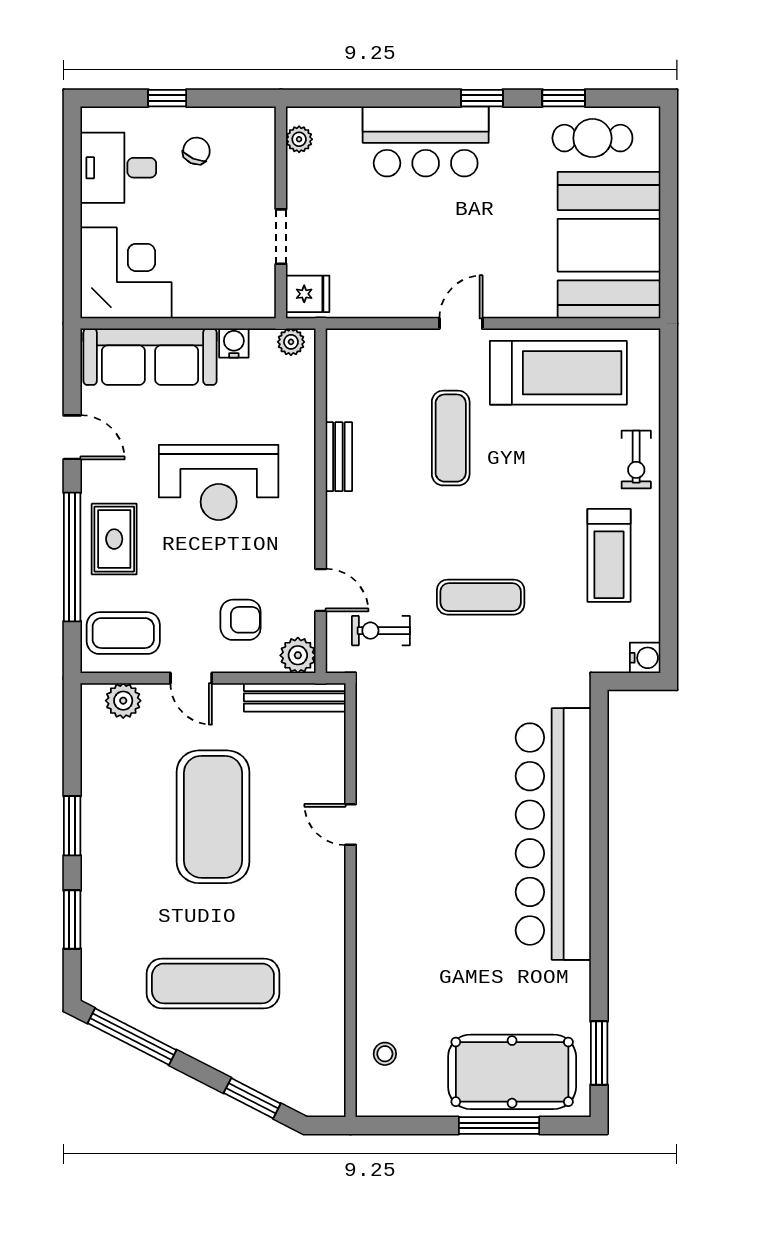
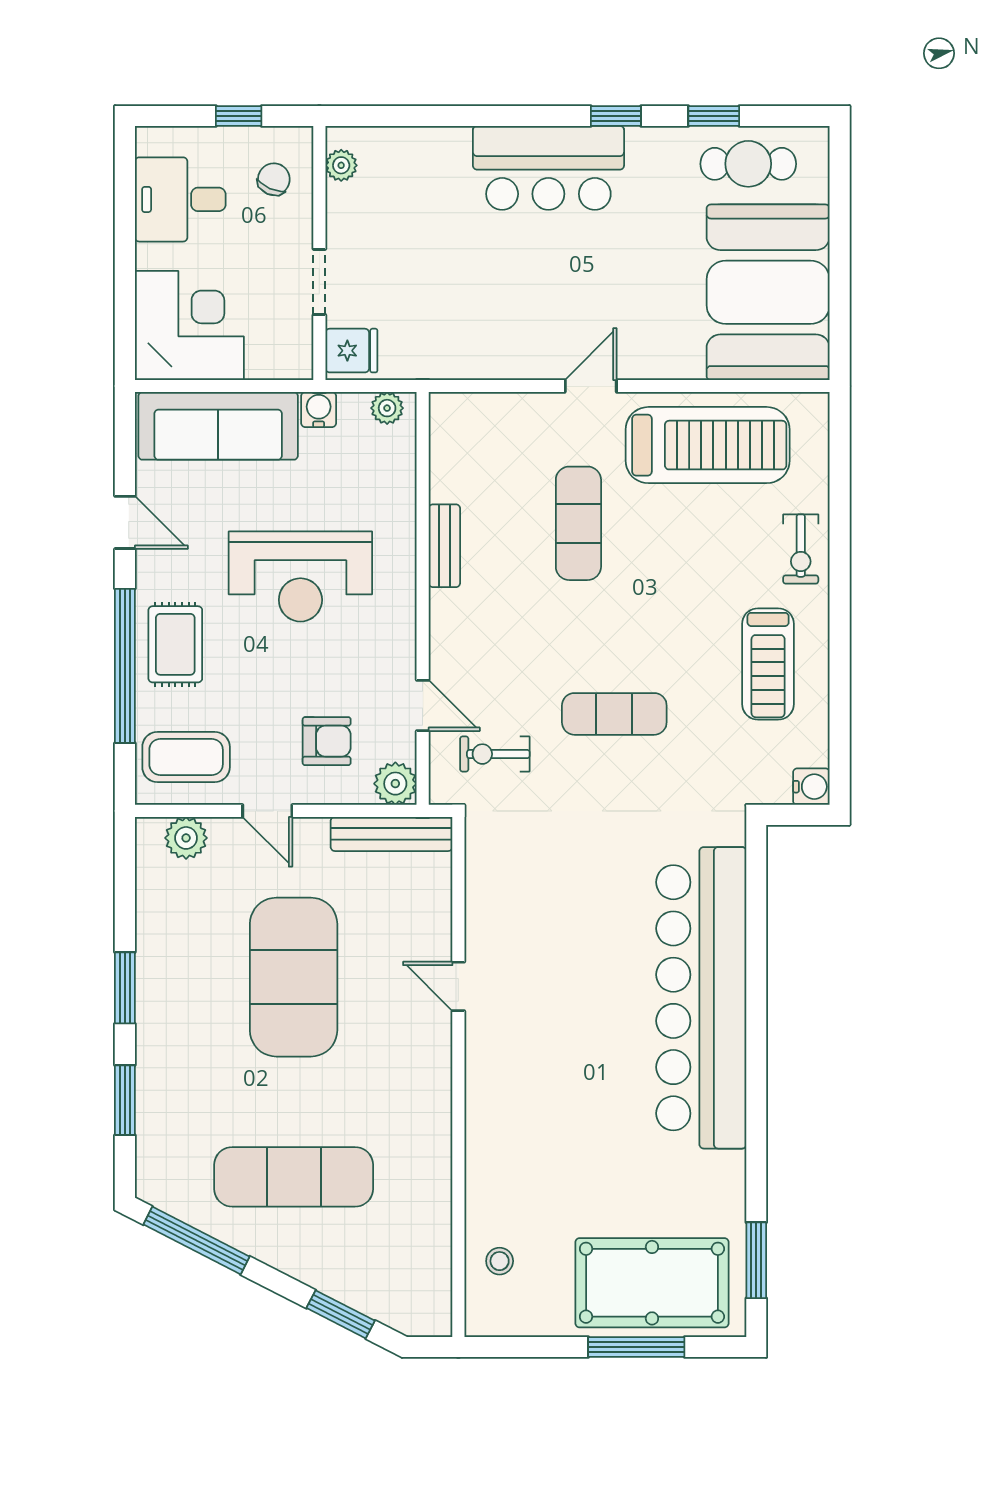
plant: (299, 139) -> (341, 165), moved
wall: (281, 212) -> (319, 253), moved
doorway: (281, 237) -> (319, 282), moved
fridge: (308, 294) -> (351, 351), moved

